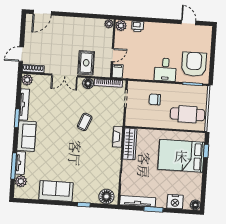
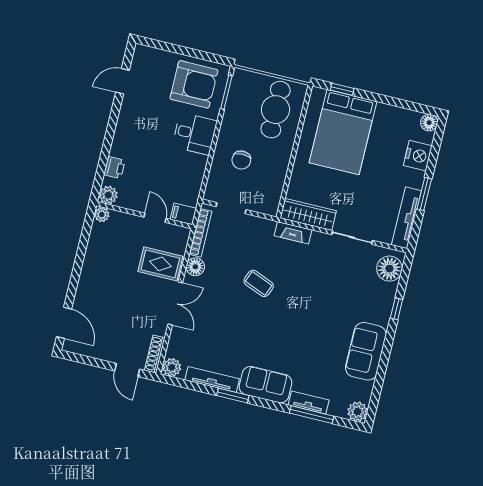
armchair: (194, 64) -> (194, 84), turned 180
plant: (21, 181) -> (357, 412), moved

